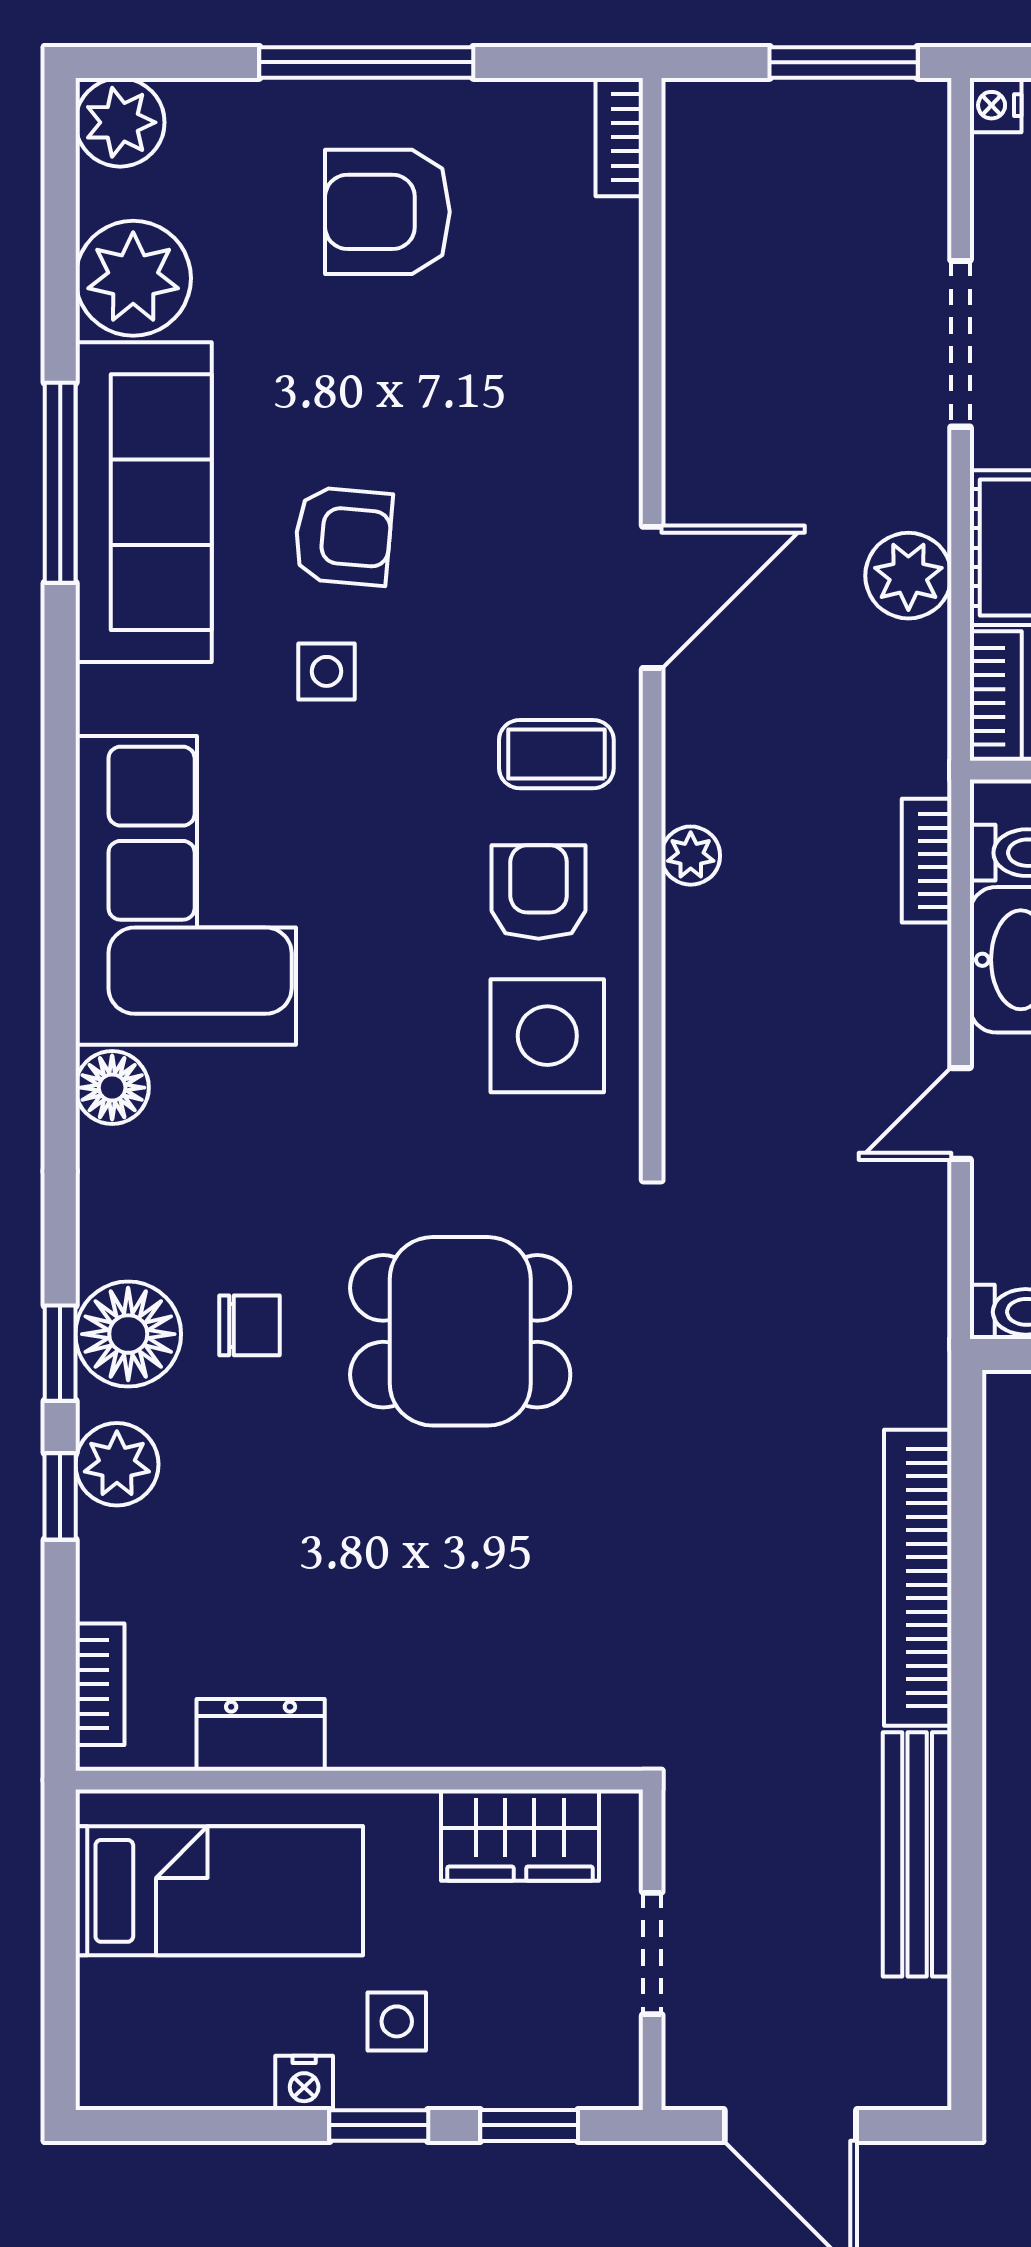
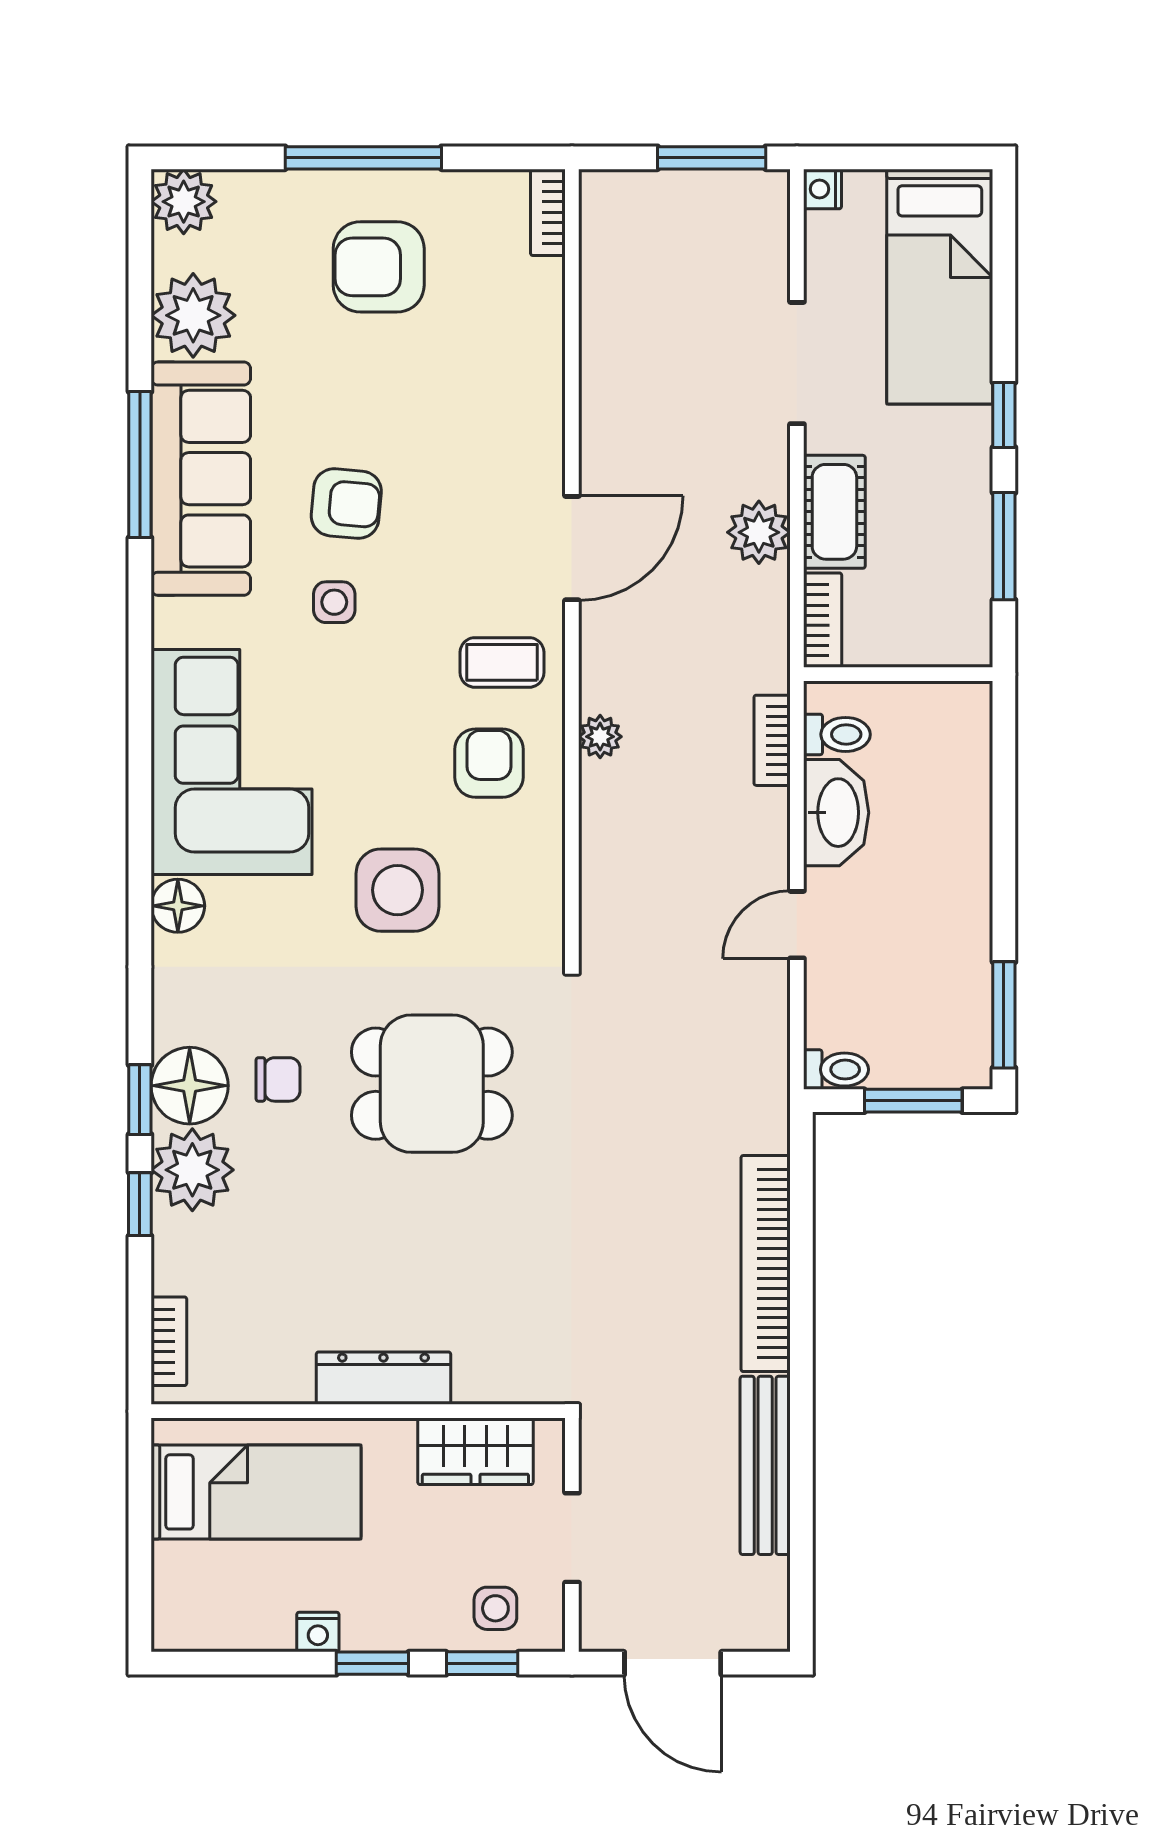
side table: (547, 1036) -> (397, 890), moved
plant: (117, 1464) -> (192, 1170), width x1.36, depth x1.36
dresser: (261, 1735) -> (383, 1378), moved, width x1.44
side table: (397, 2021) -> (495, 1608), moved

